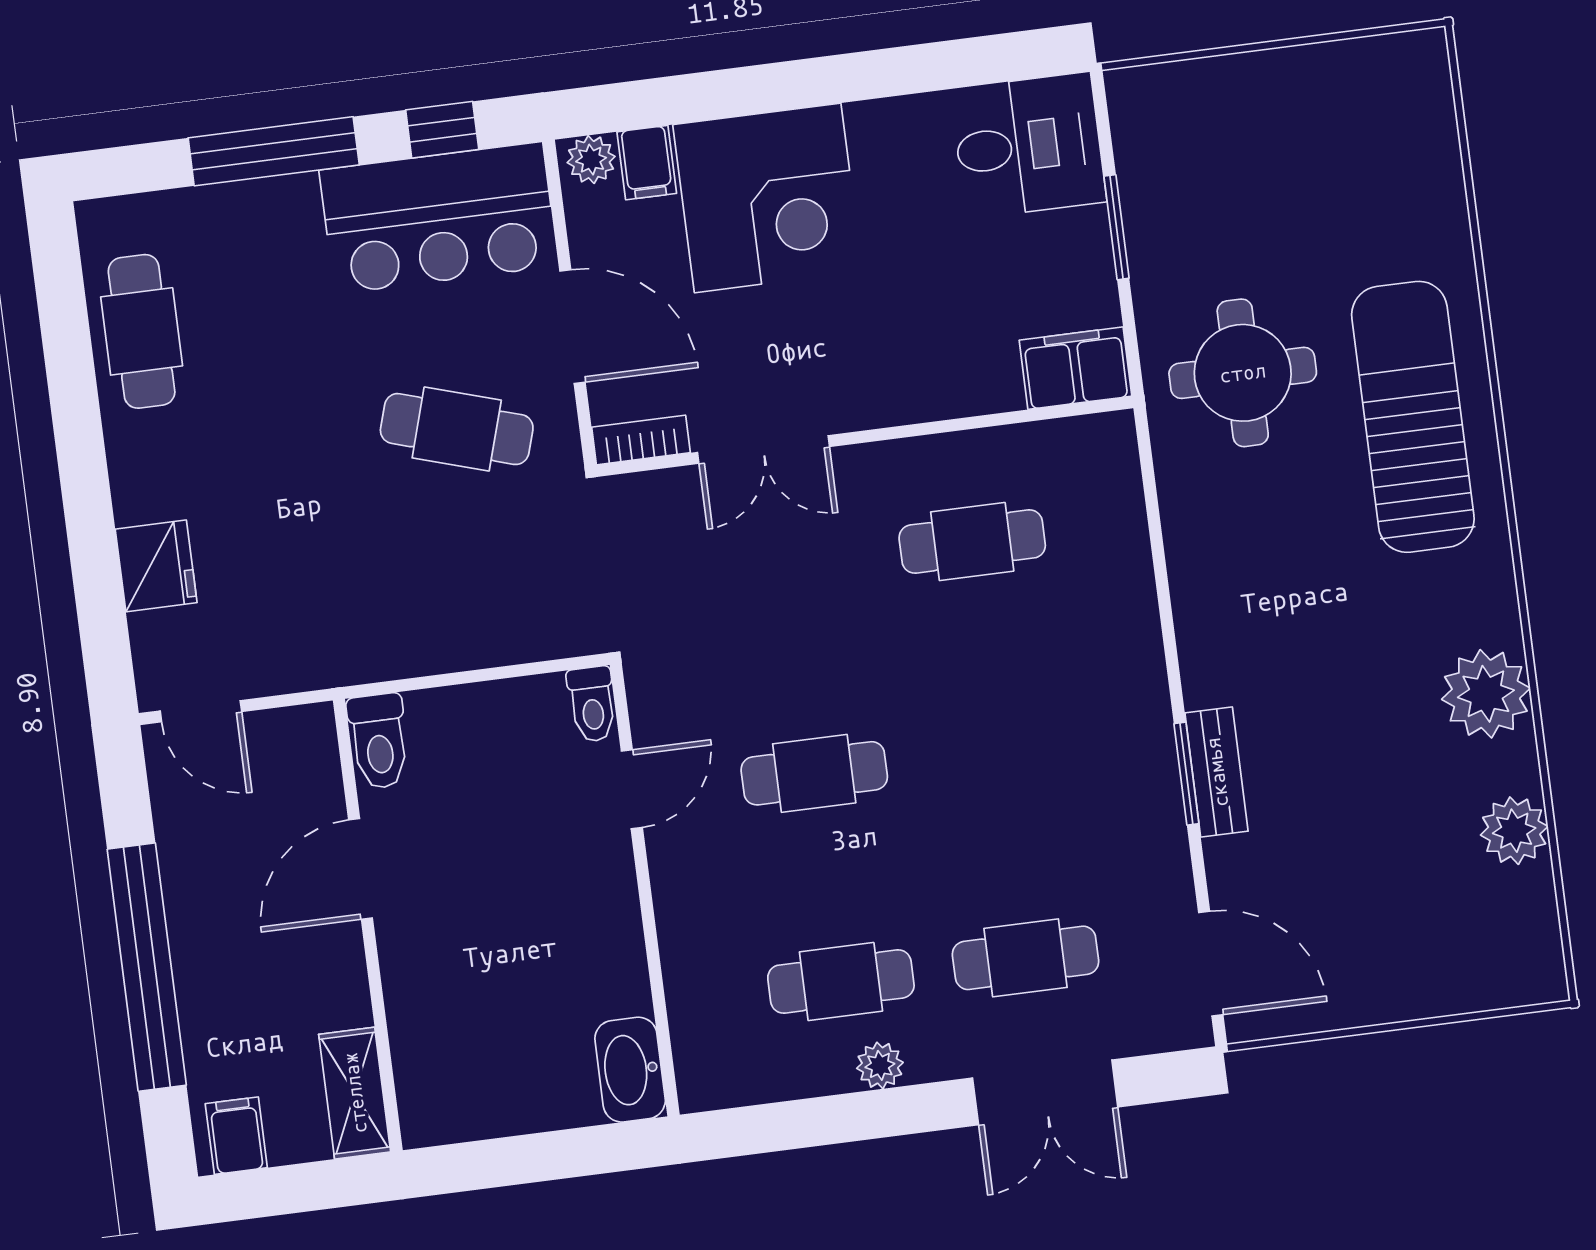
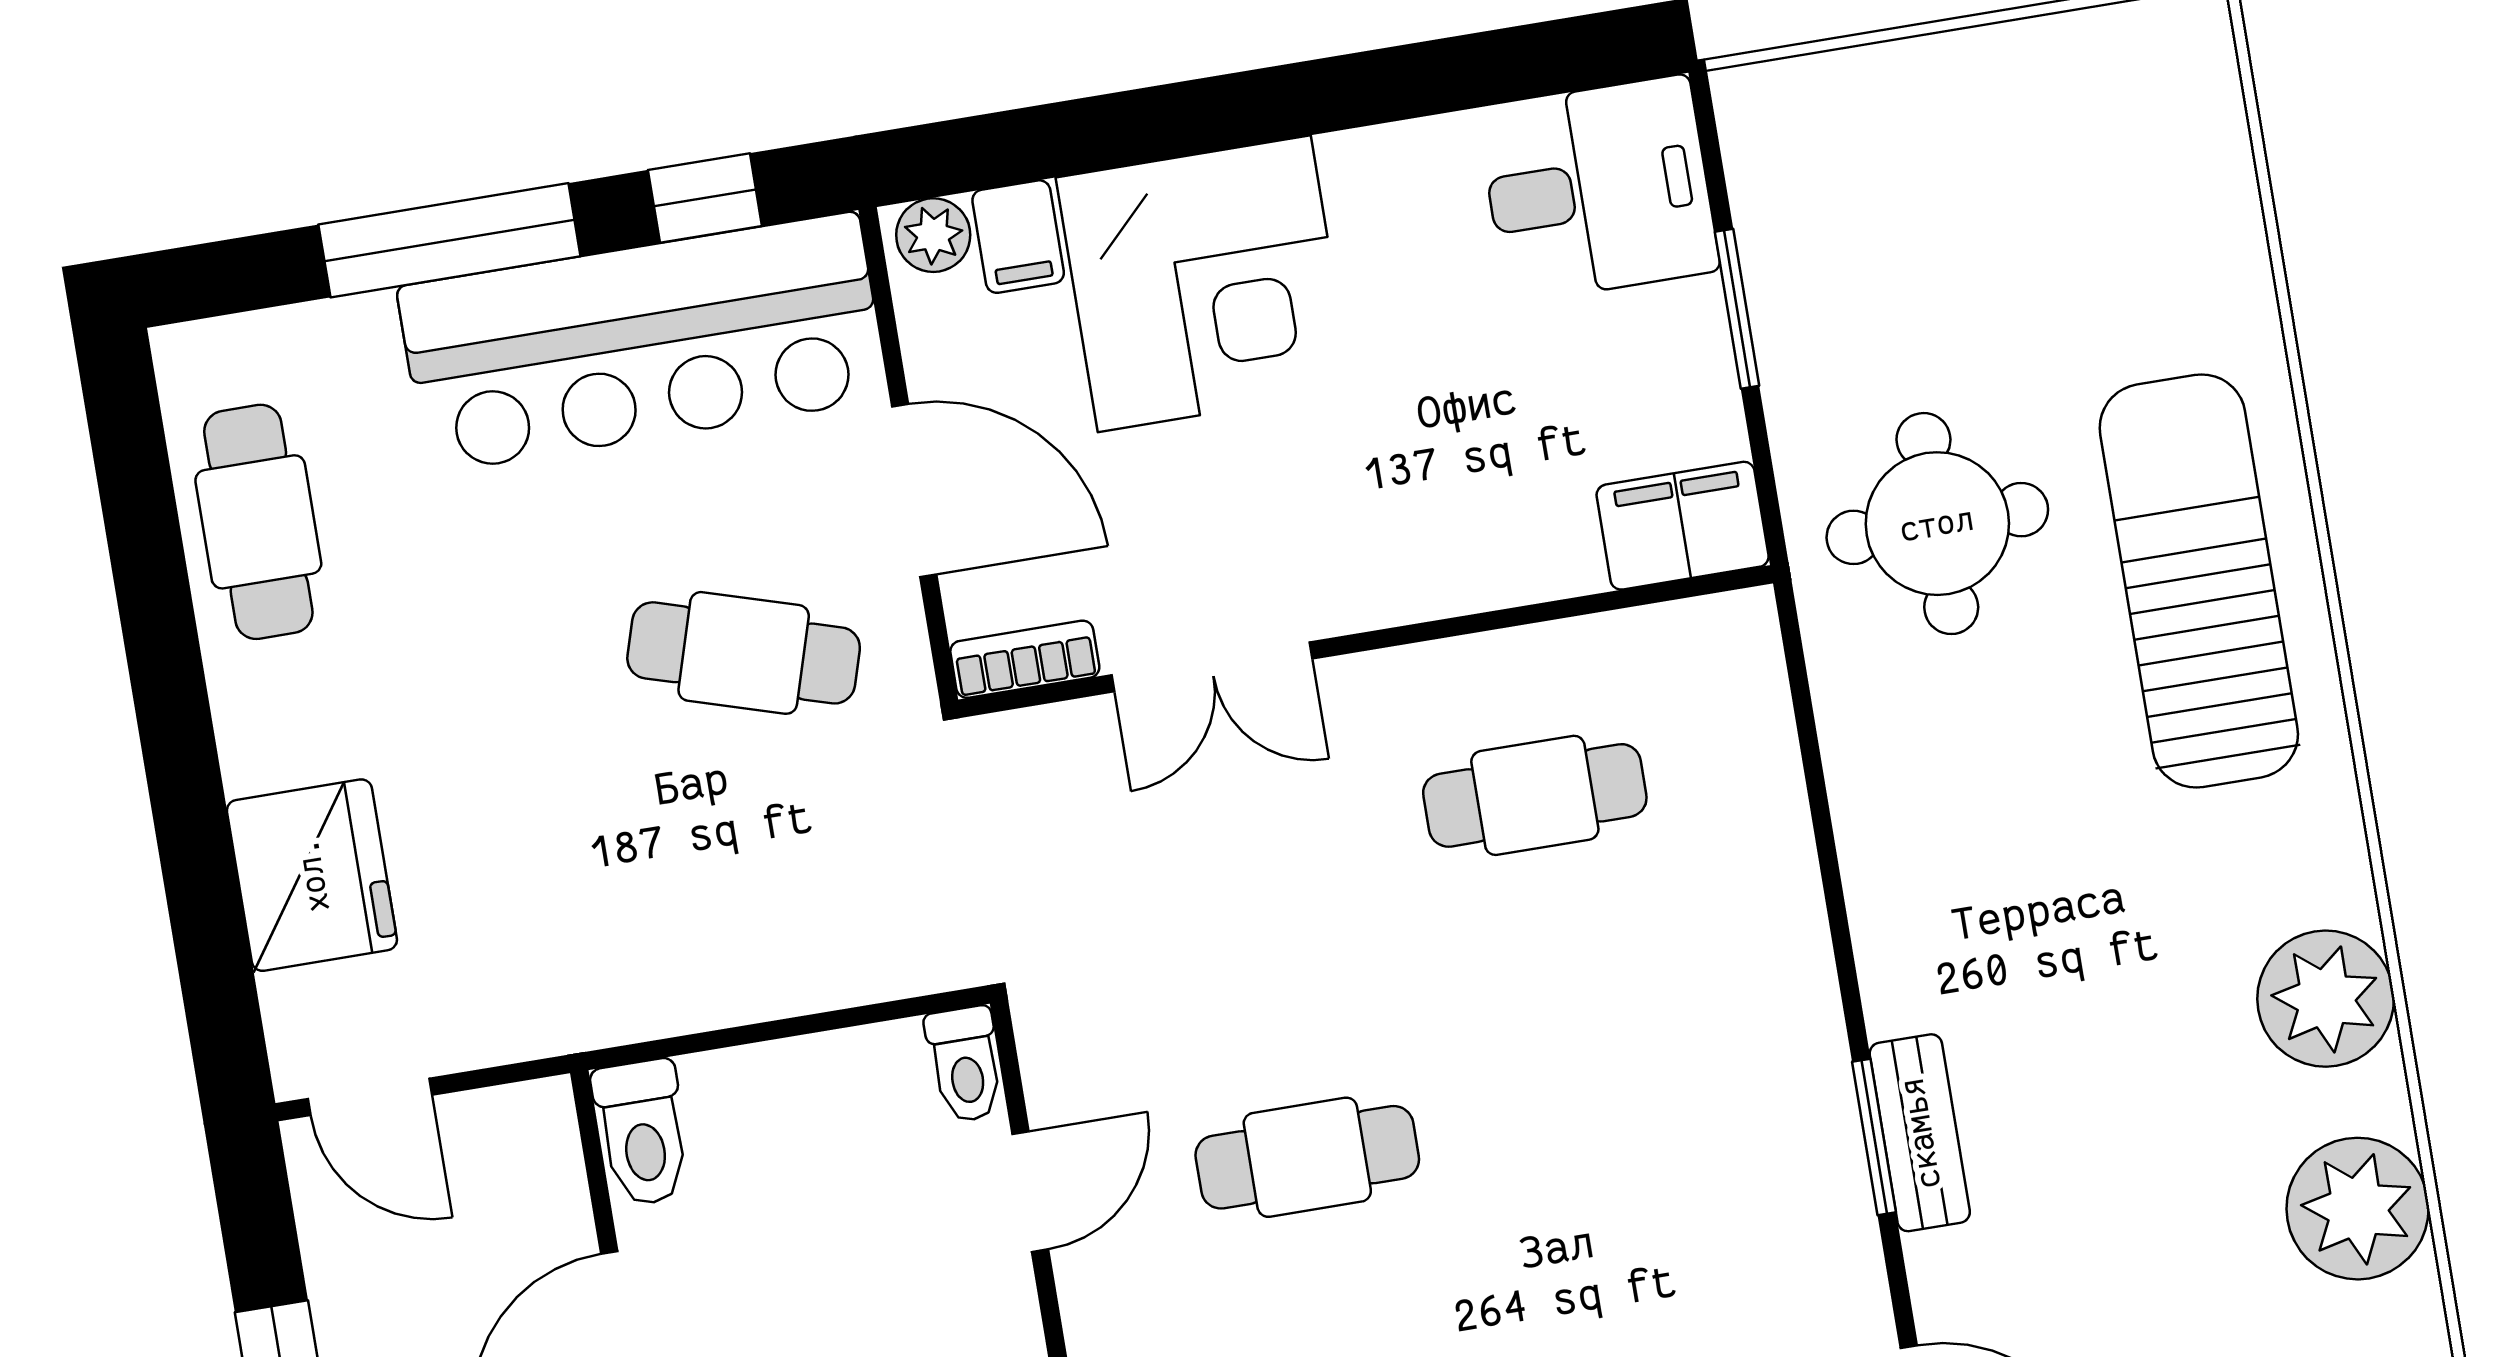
bar counter: (439, 218) -> (643, 343), width x1.36
fridge: (156, 566) -> (312, 875), width x1.36, depth x1.34
plant: (1514, 831) -> (2358, 1209), width x1.36, depth x1.36

